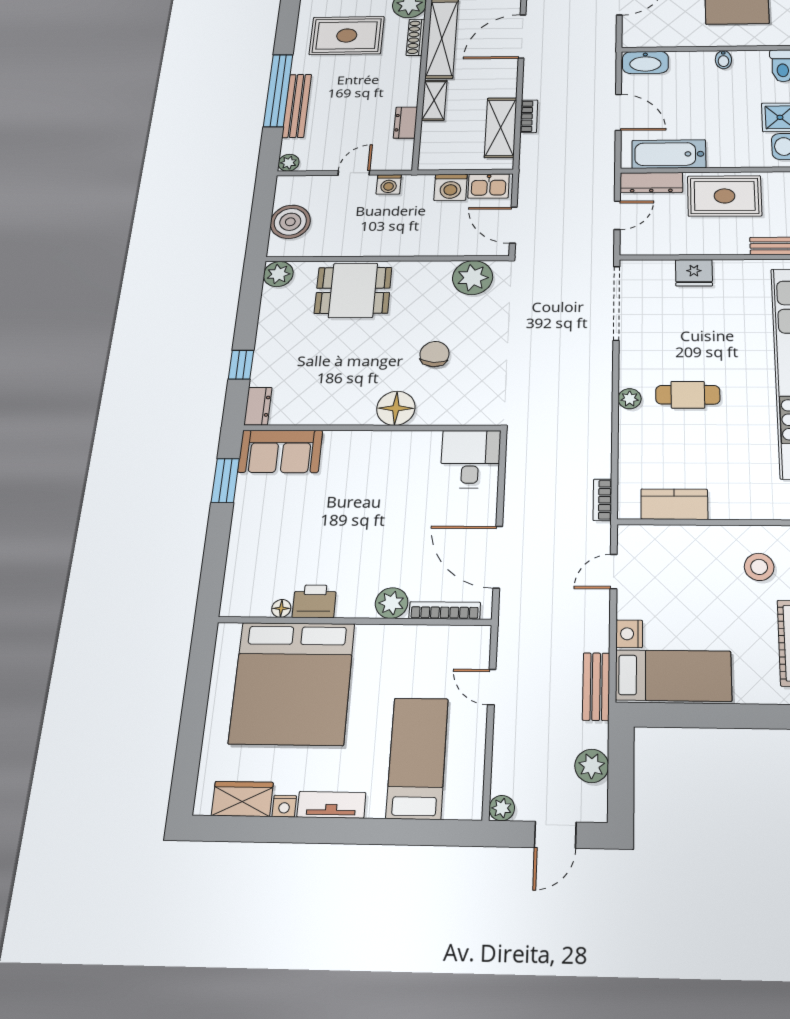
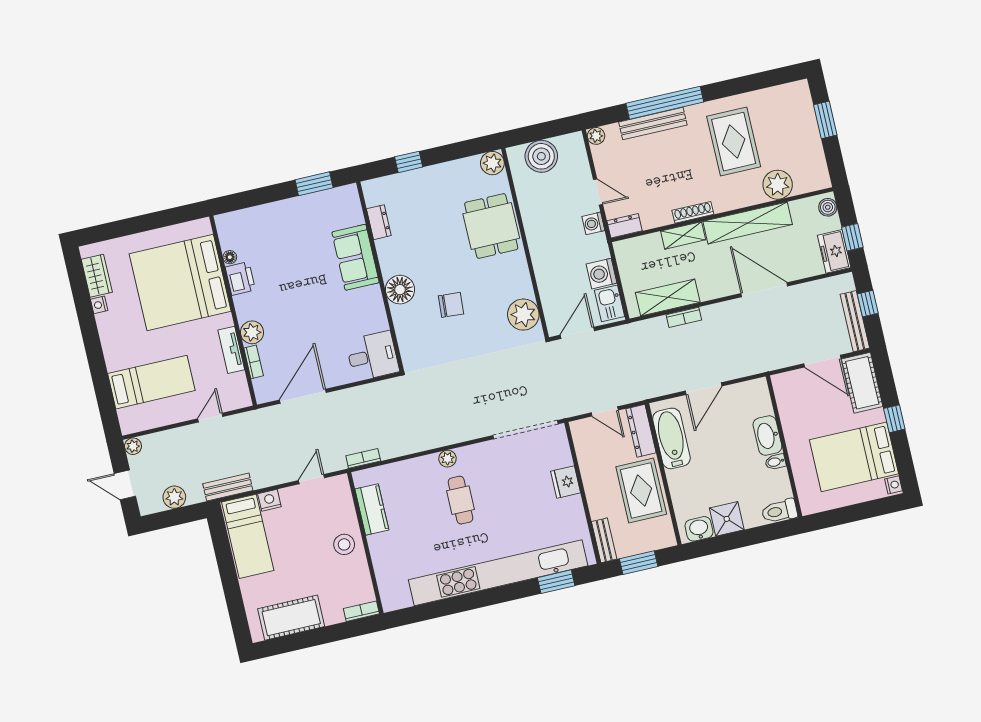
shoe rack: (416, 37) -> (693, 212), moved
washbasin: (645, 62) -> (767, 436), moved
dresser: (405, 123) -> (624, 226), moved
dresser: (258, 406) -> (379, 222), moved, turned -90
sofa: (280, 451) -> (356, 257), moved
stool: (759, 567) -> (344, 544), moved
door: (614, 572) -> (311, 479), hinge flipped
bookcase: (445, 610) -> (254, 362), width x0.64
tv unit: (331, 805) -> (231, 350), moved, turned 180

